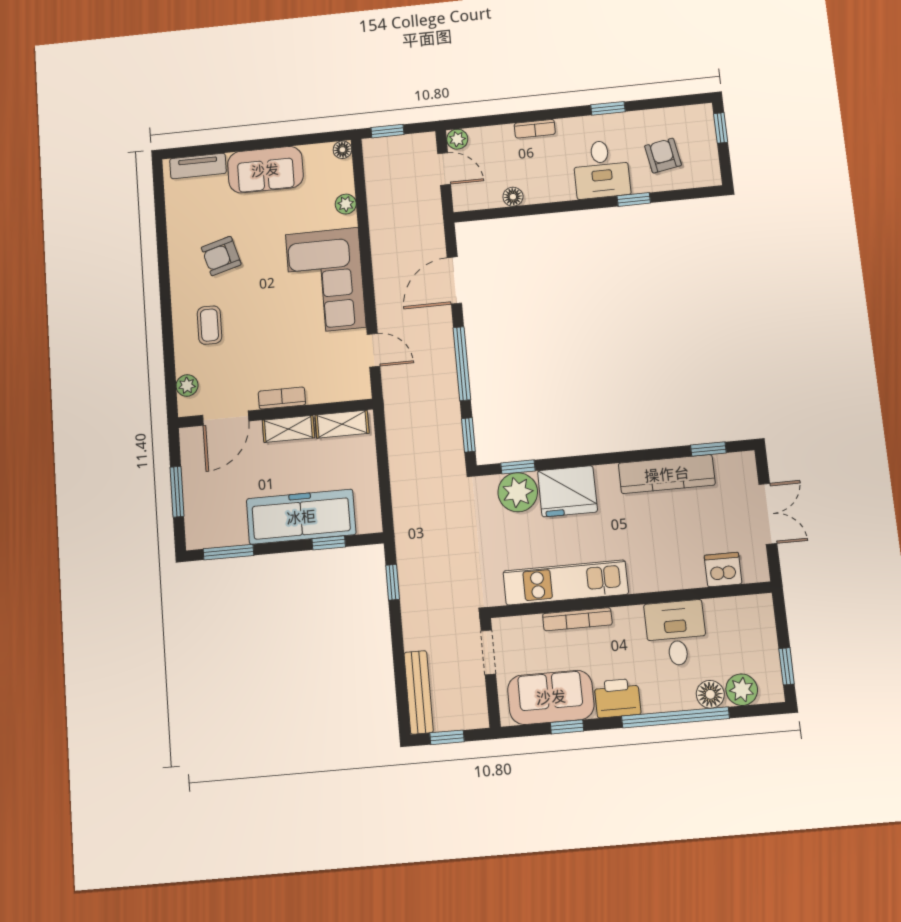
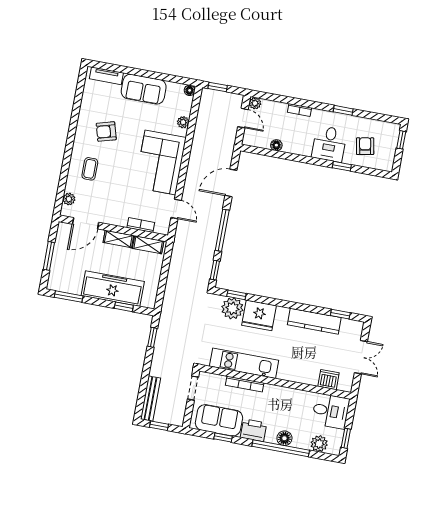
bookcase: (282, 398) -> (141, 225), moved
desk: (676, 633) -> (331, 411), moved, turned 90
floor lamp: (710, 694) -> (284, 438), moved

